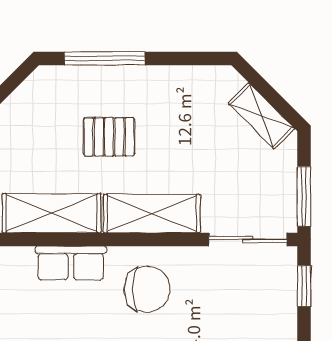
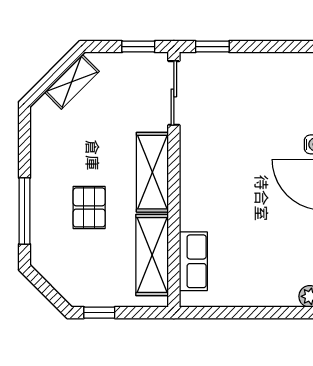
window: (304, 196) -> (138, 47), width x0.67
row of seats: (71, 263) -> (193, 261), moved
chair: (147, 289) -> (215, 176), removed

